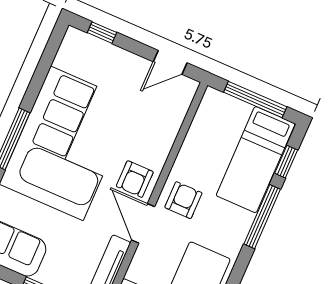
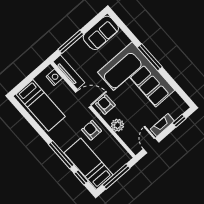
fireplace: (124, 59) -> (162, 125), added
plant: (162, 140) -> (118, 125), added
armchair: (183, 200) -> (92, 130), moved, turned 180

